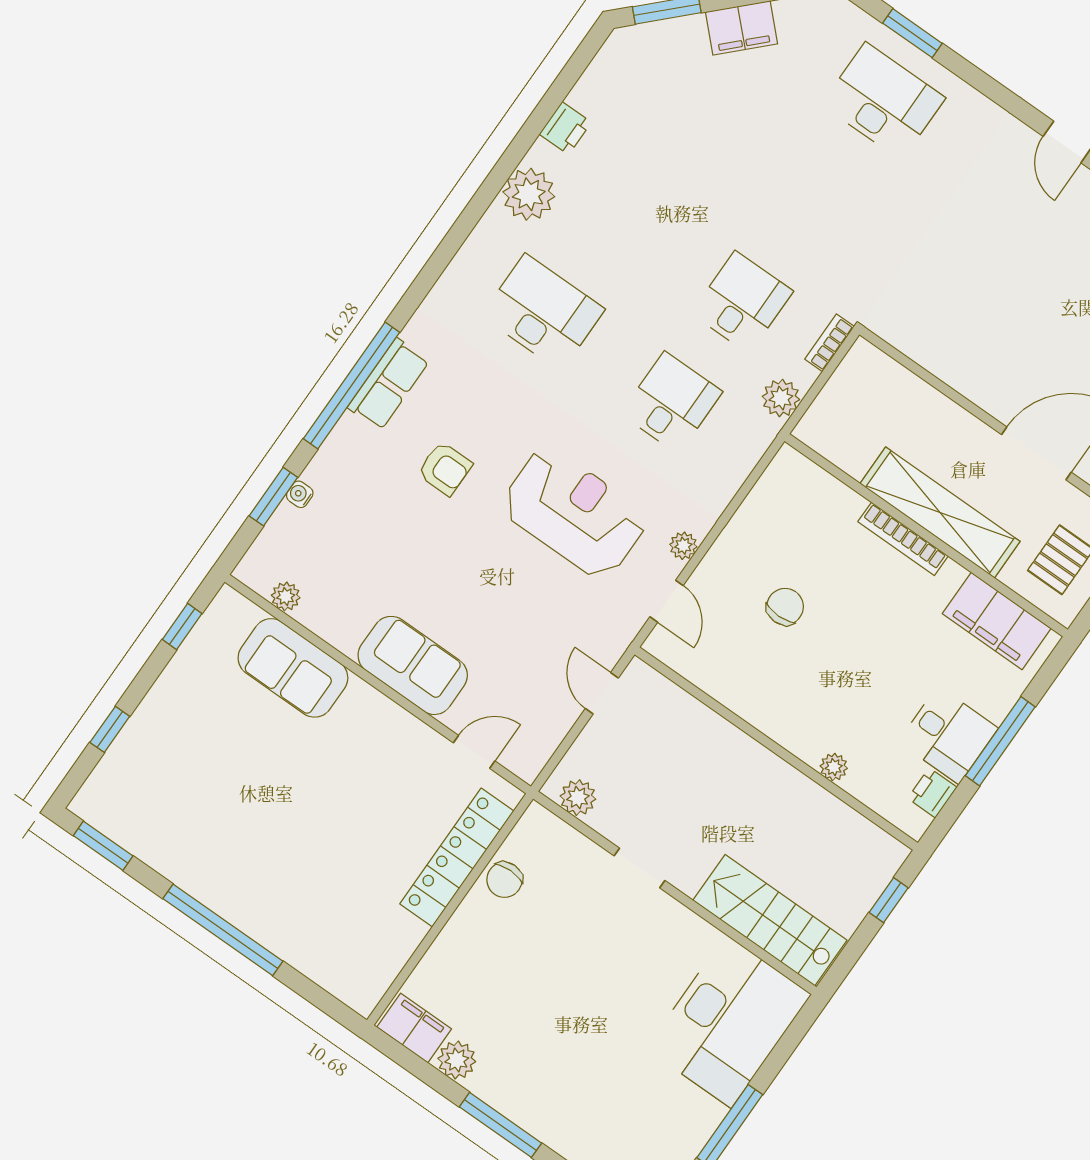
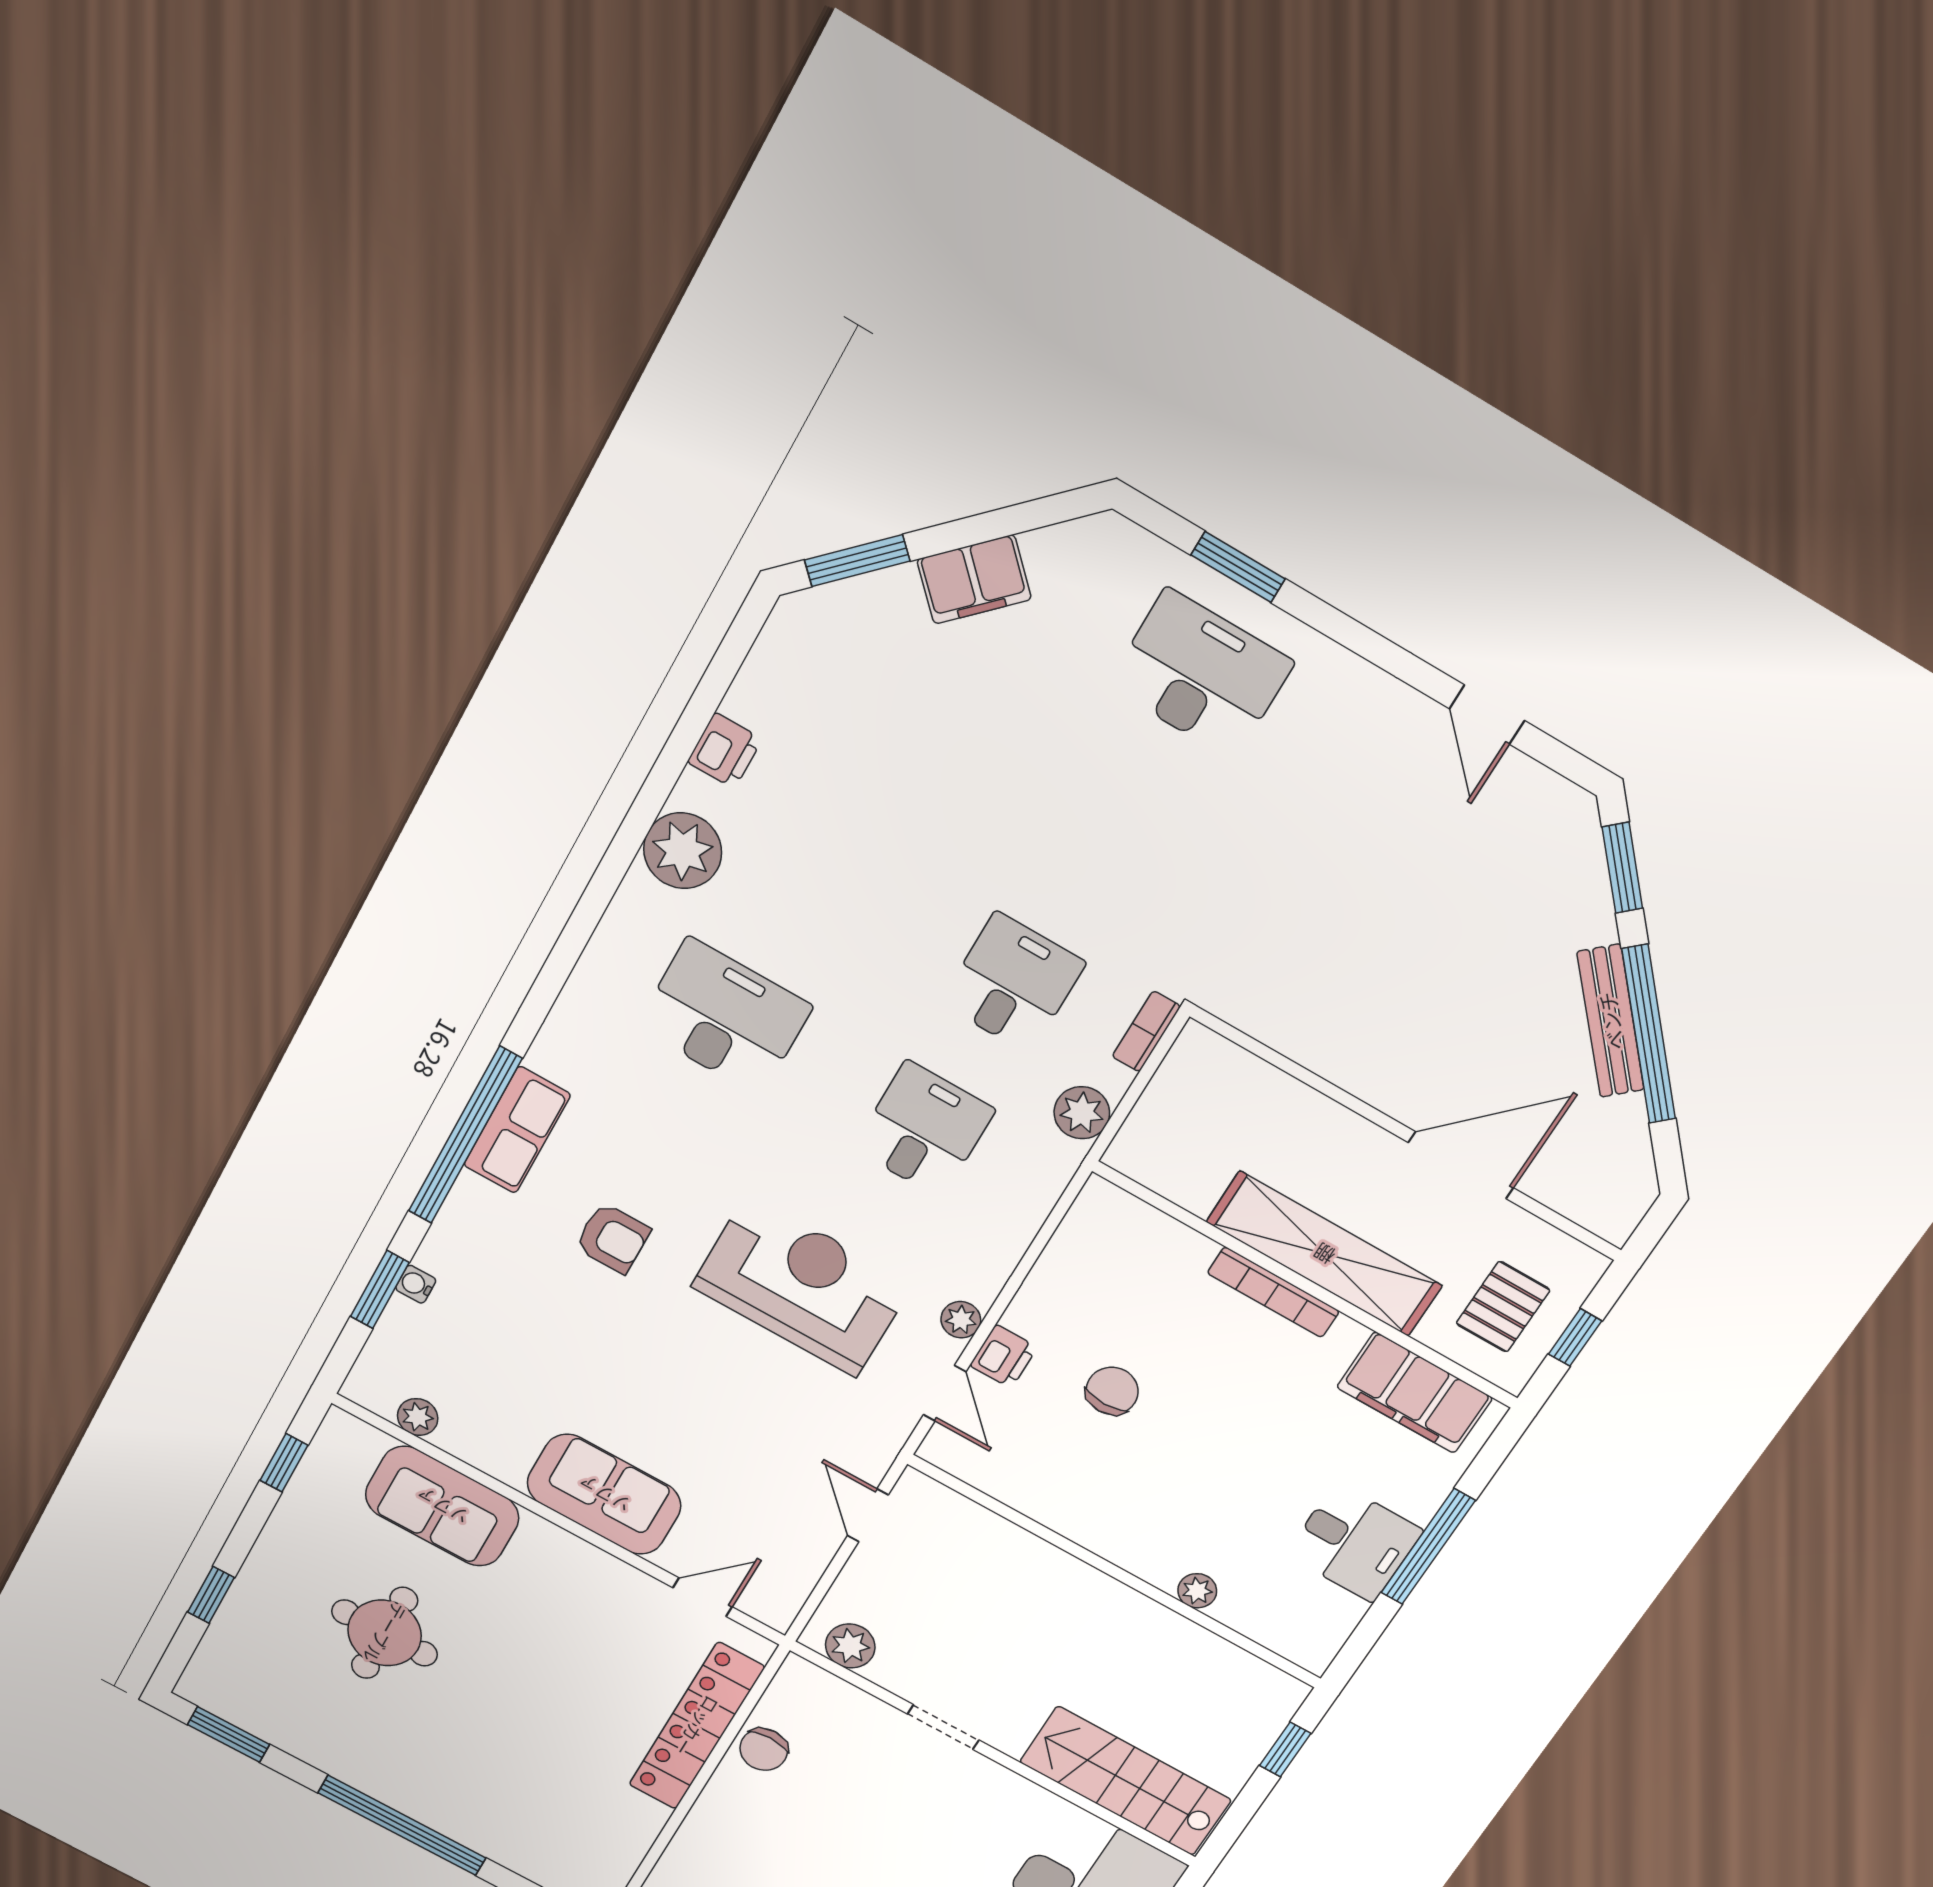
round table: (235, 768) -> (385, 1633), added
printer: (932, 793) -> (1004, 1356), moved, turned 180

